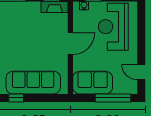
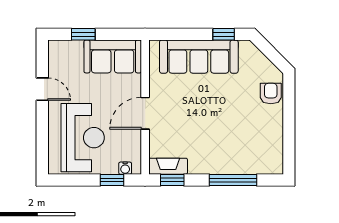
door: (141, 72) -> (42, 89), moved
window: (113, 98) -> (83, 34), width x0.46

